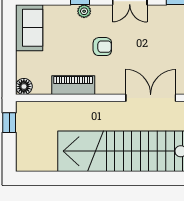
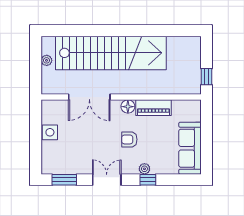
sofa: (29, 28) -> (190, 148), width x1.36
floor lamp: (24, 86) -> (128, 107), moved

